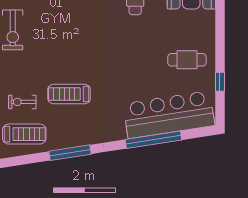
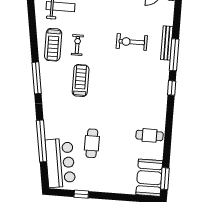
cafe table: (187, 60) -> (92, 143), moved
bar counter: (169, 115) -> (60, 163), width x0.73

